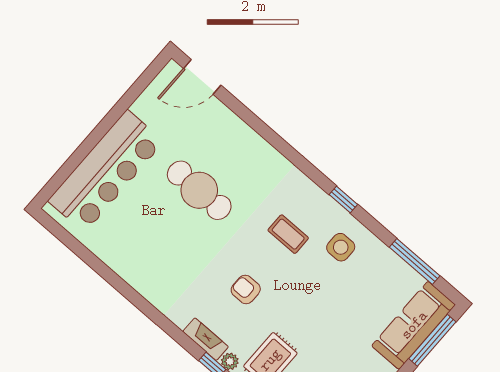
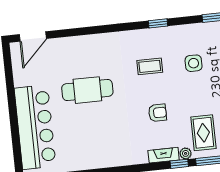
side table: (341, 247) -> (194, 63), moved
armchair: (246, 290) -> (158, 113), turned 180

